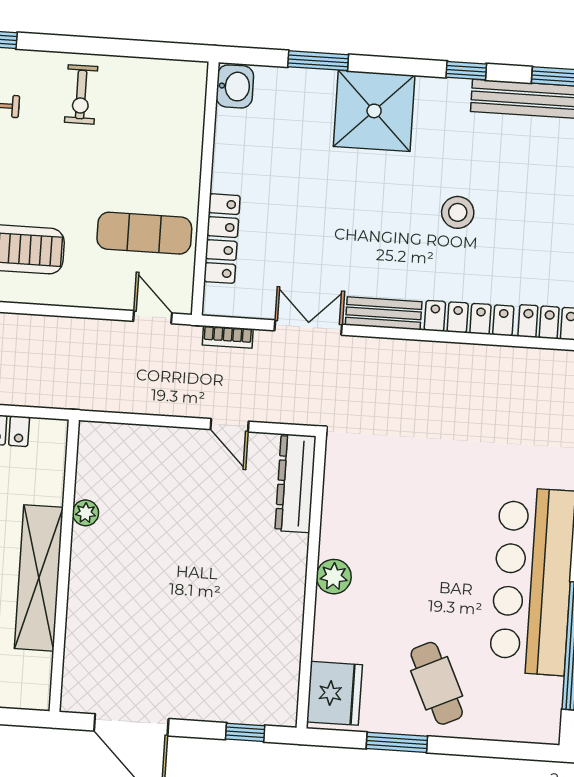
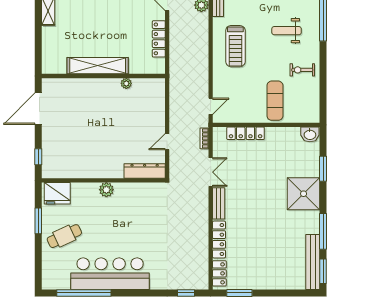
window: (466, 71) -> (323, 231), width x2.17
stool: (458, 212) -> (263, 232), removed
exercise mat: (144, 233) -> (275, 101), moved

